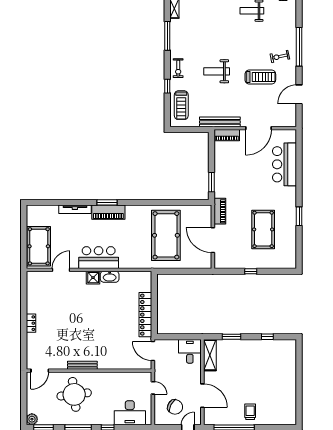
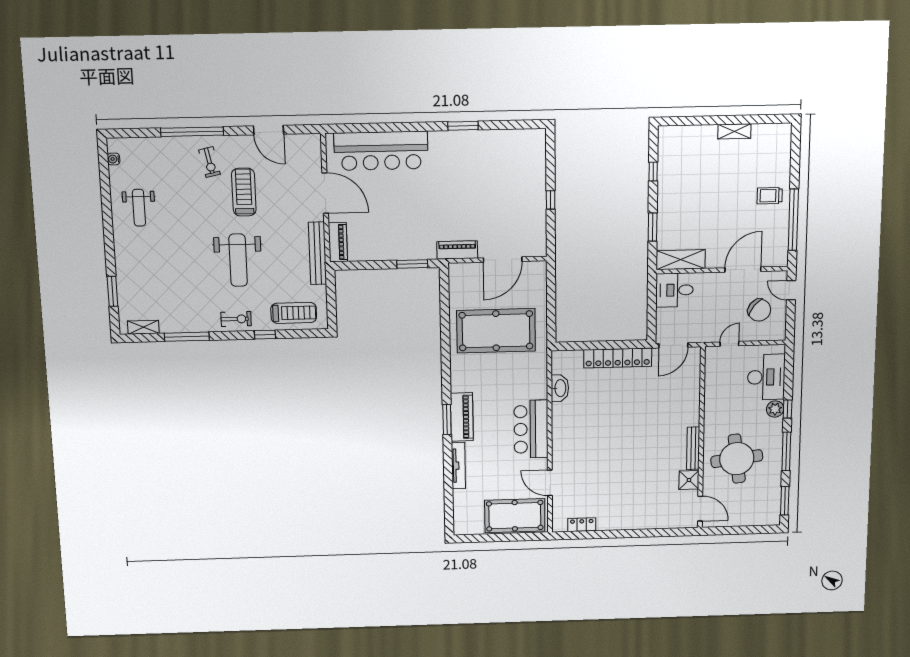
weight bench: (217, 71) -> (238, 260), width x1.36, depth x1.33
bar counter: (285, 164) -> (381, 151), width x1.36
pool table: (263, 229) -> (485, 182), removed
washbasin: (110, 277) -> (560, 388), moved
shower: (93, 278) -> (689, 480), moved
locker: (31, 323) -> (582, 525), moved
shelving: (292, 388) -> (734, 131), added
chair: (175, 407) -> (759, 310), turned 101
plant: (32, 419) -> (775, 409), moved

